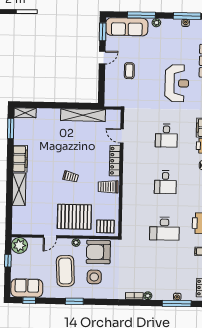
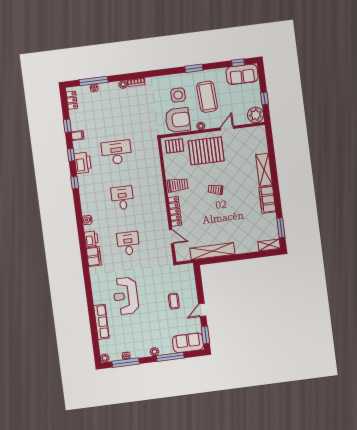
sofa: (127, 27) -> (188, 343), width x0.73

